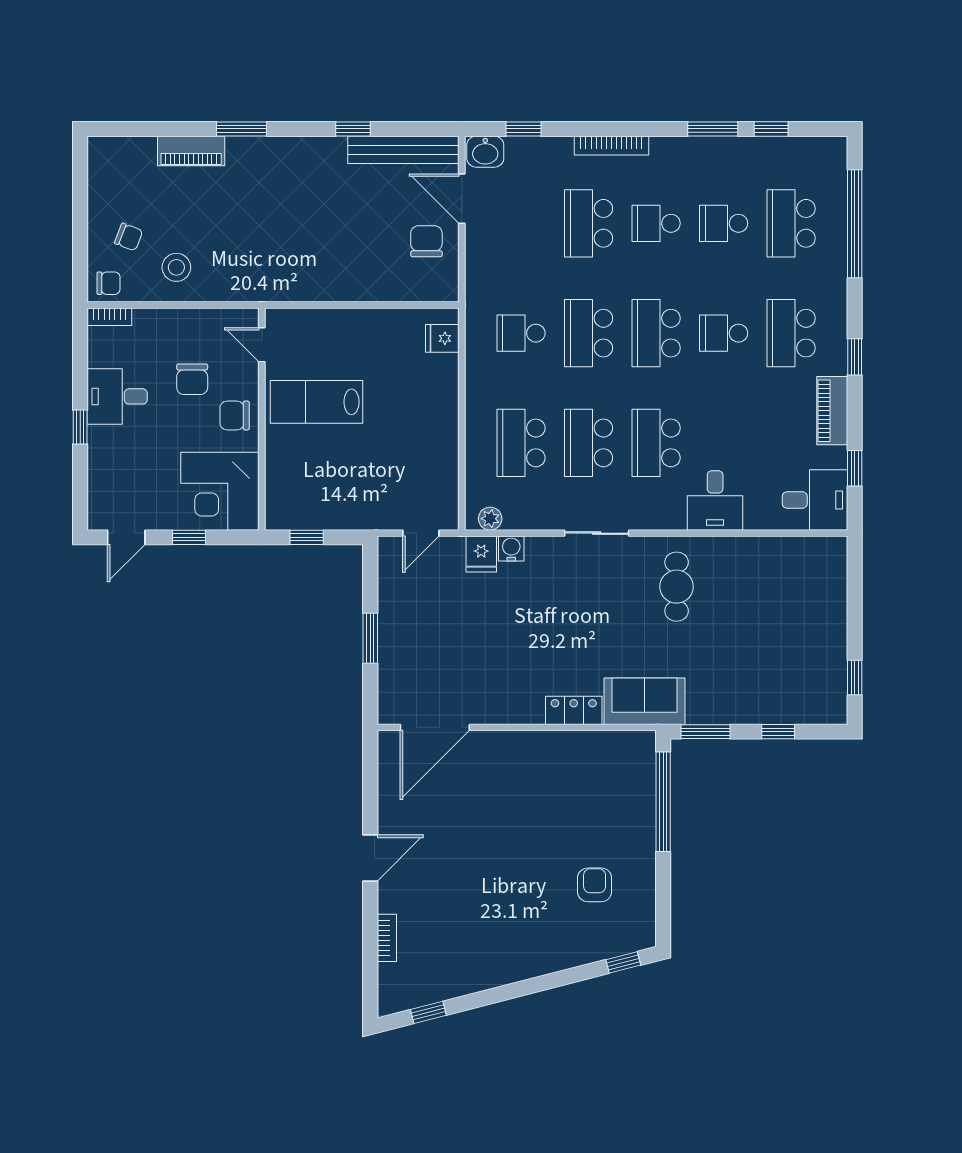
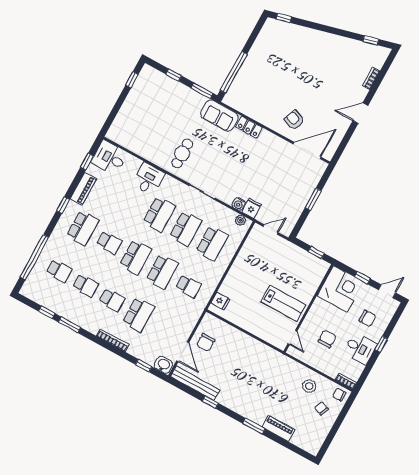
school desk: (791, 223) -> (59, 271), width x0.54
chair: (235, 415) -> (367, 318), moved
armchair: (595, 885) -> (294, 120), moved, turned 111

